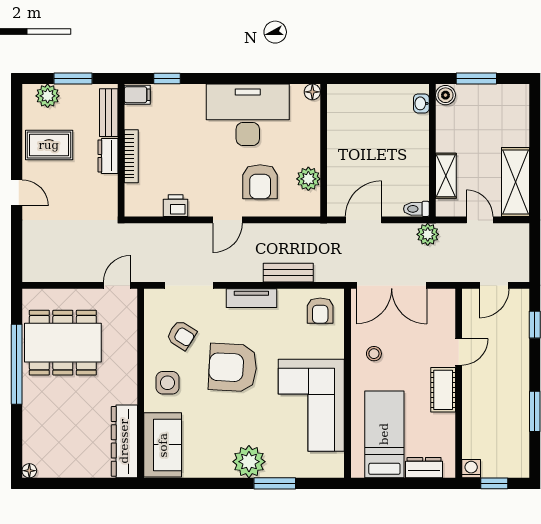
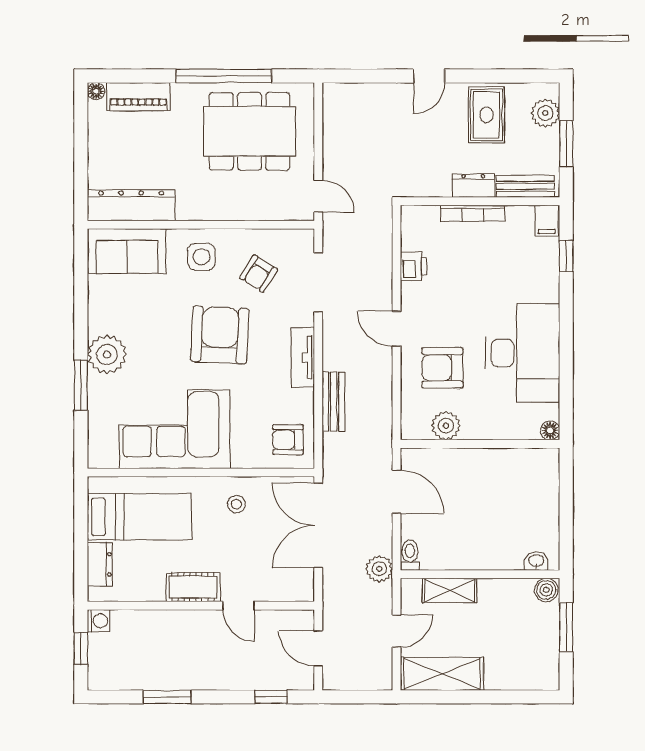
dining table: (63, 343) -> (250, 131), turned 90
piano: (34, 435) -> (138, 97), added

